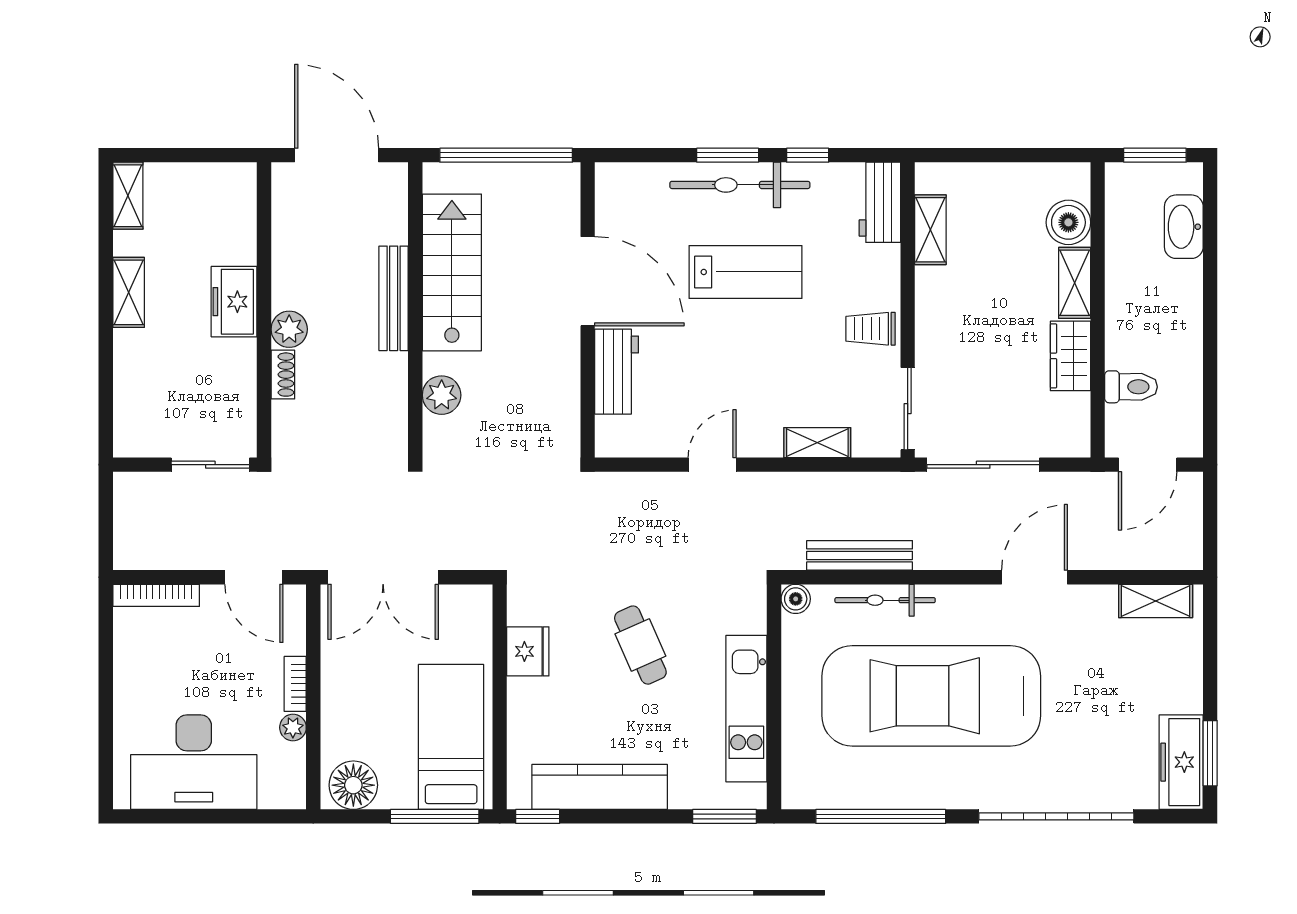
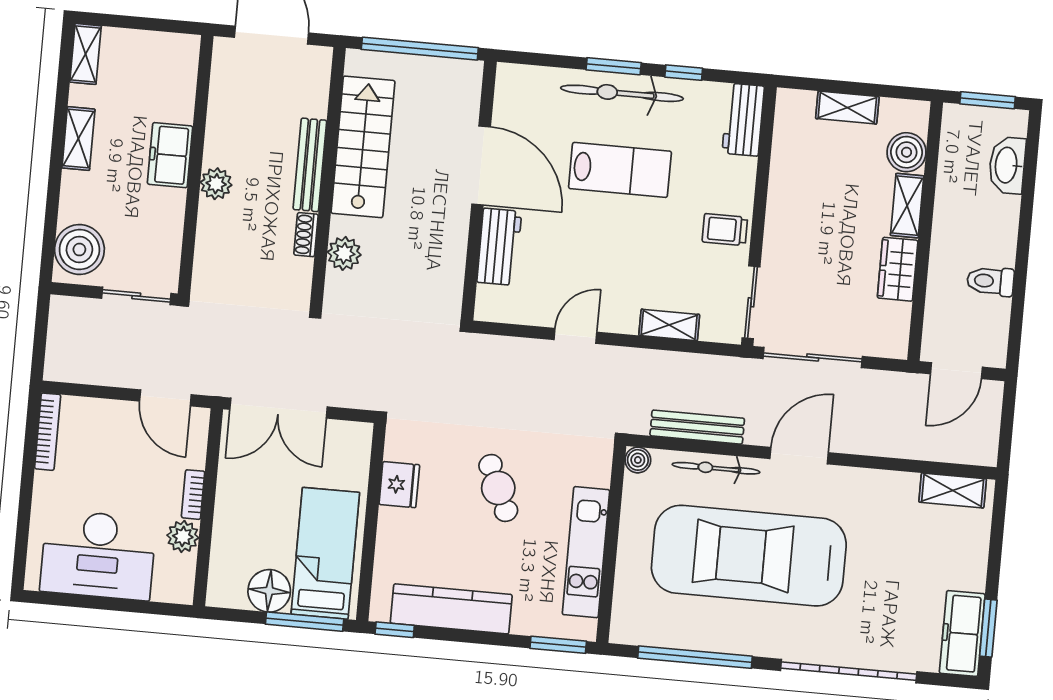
shelving: (930, 230) -> (847, 108), moved, turned 90
shoe rack: (283, 375) -> (306, 235), moved, turned 180
toilet: (1131, 387) -> (990, 281), moved, turned 180
boiler: (141, 418) -> (79, 250), added
door: (1035, 577) -> (799, 456), moved
bookcase: (156, 595) -> (48, 432), moved, turned -90
plant: (293, 727) -> (183, 536), width x1.38, depth x1.38
floor lamp: (353, 785) -> (269, 591), moved

